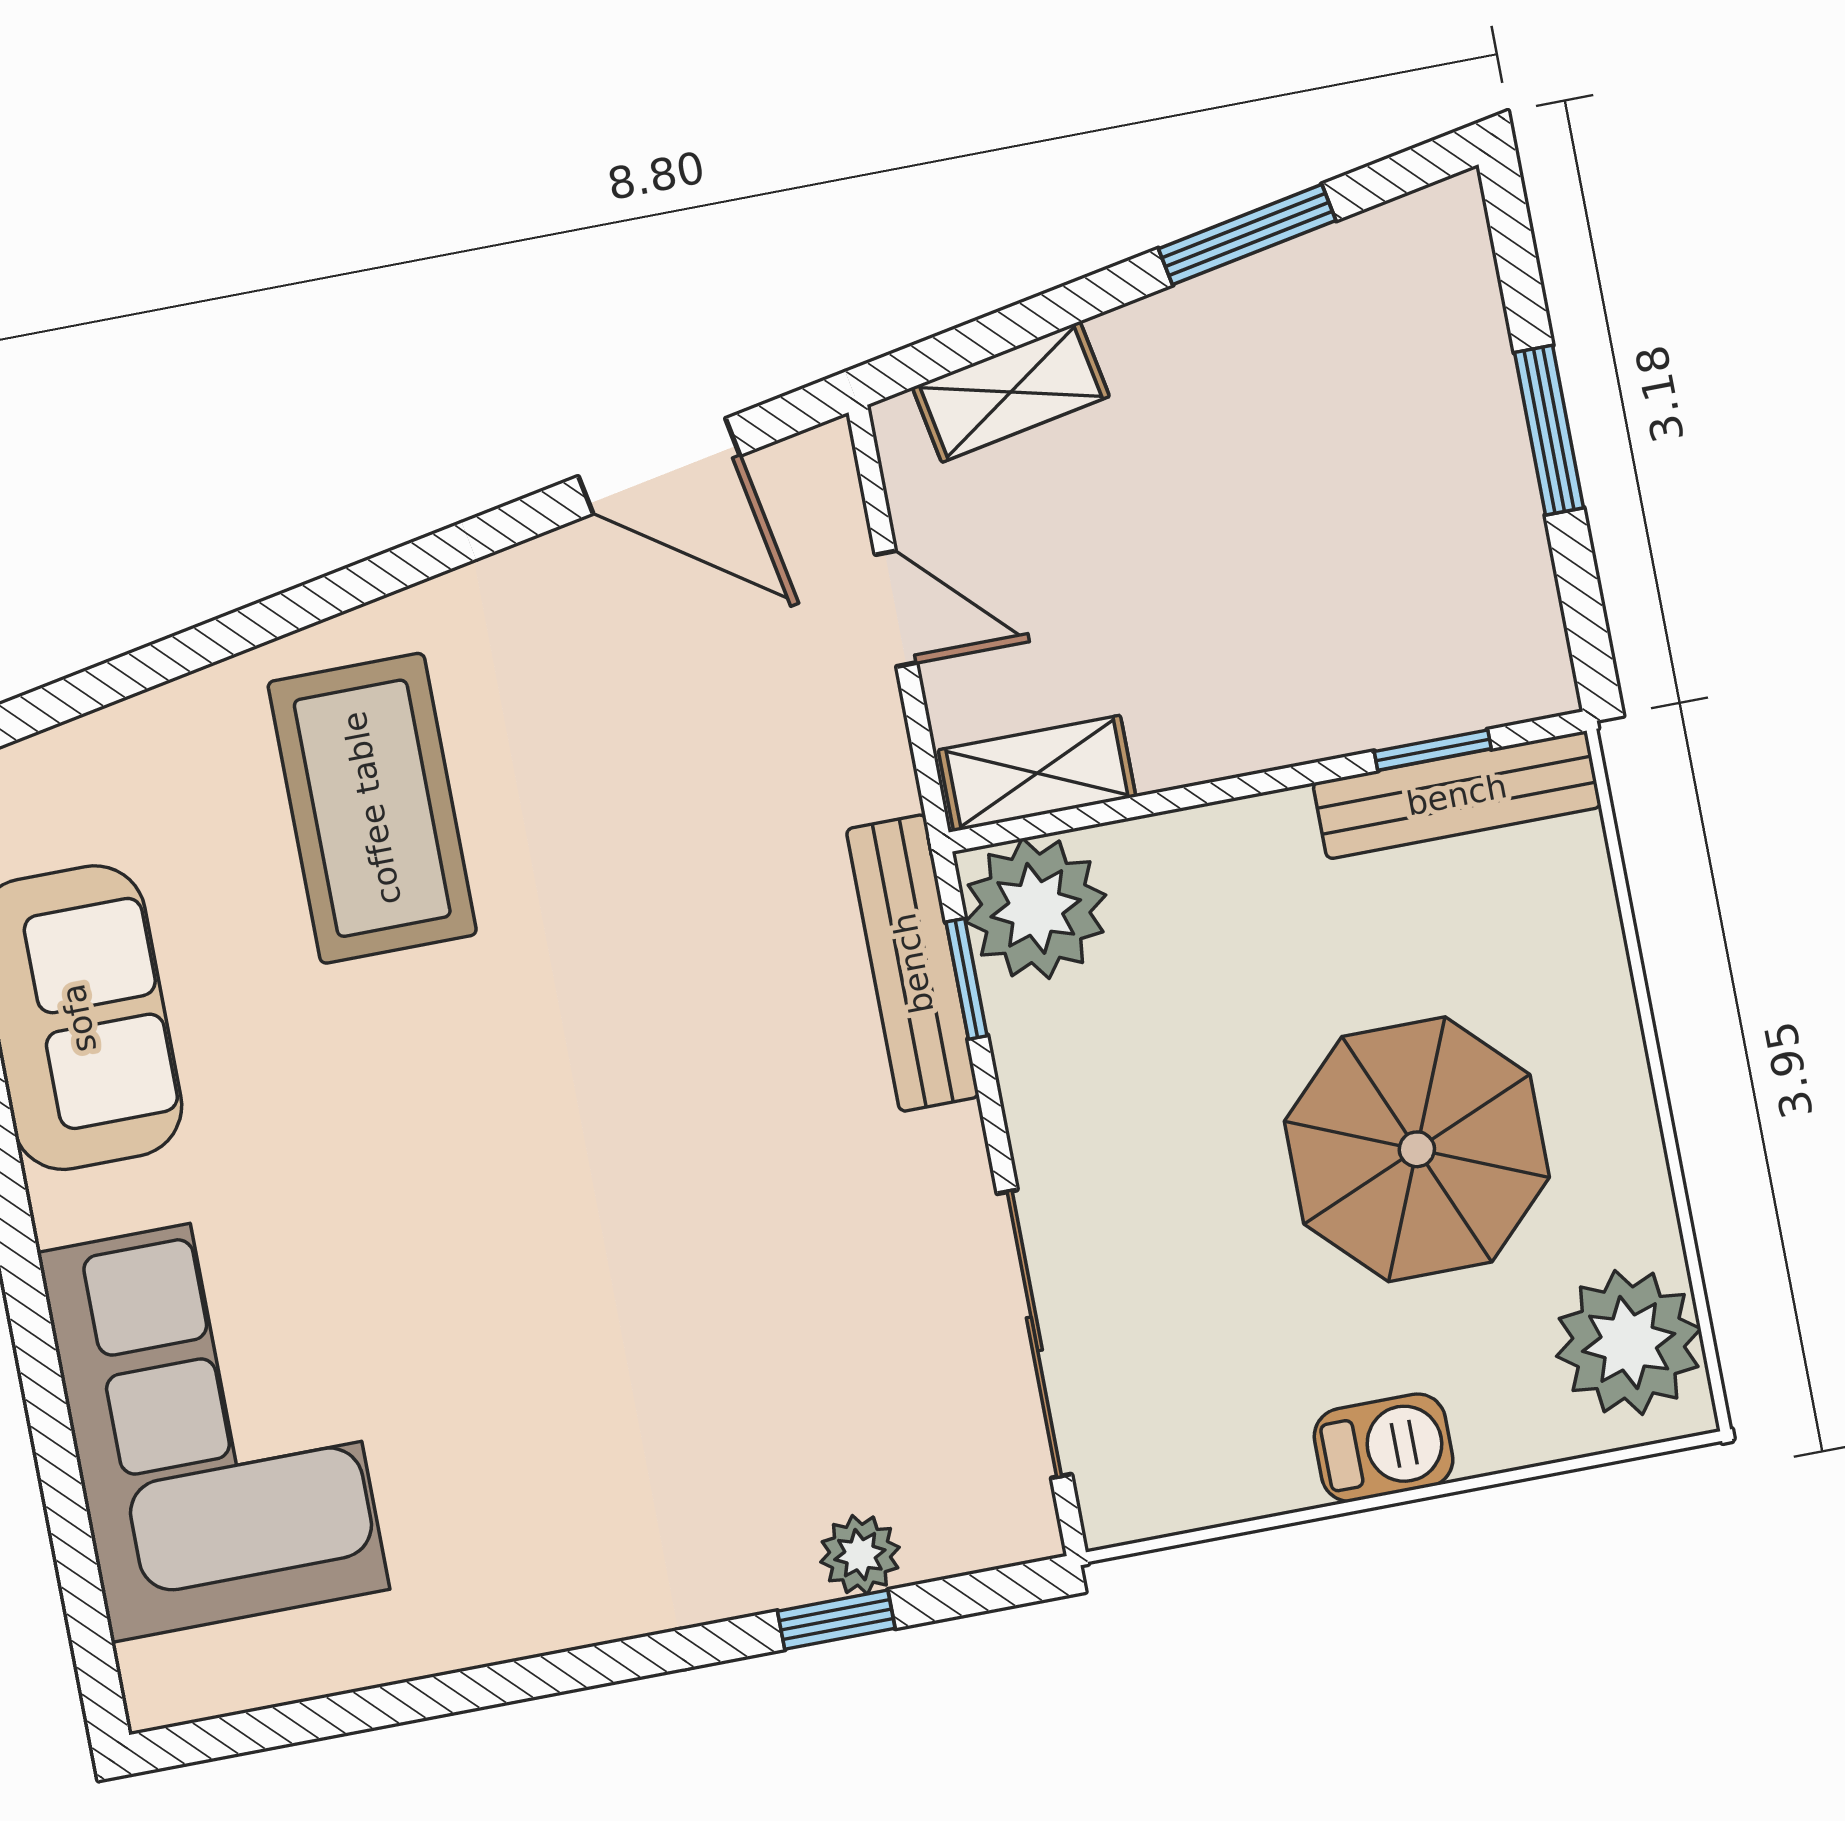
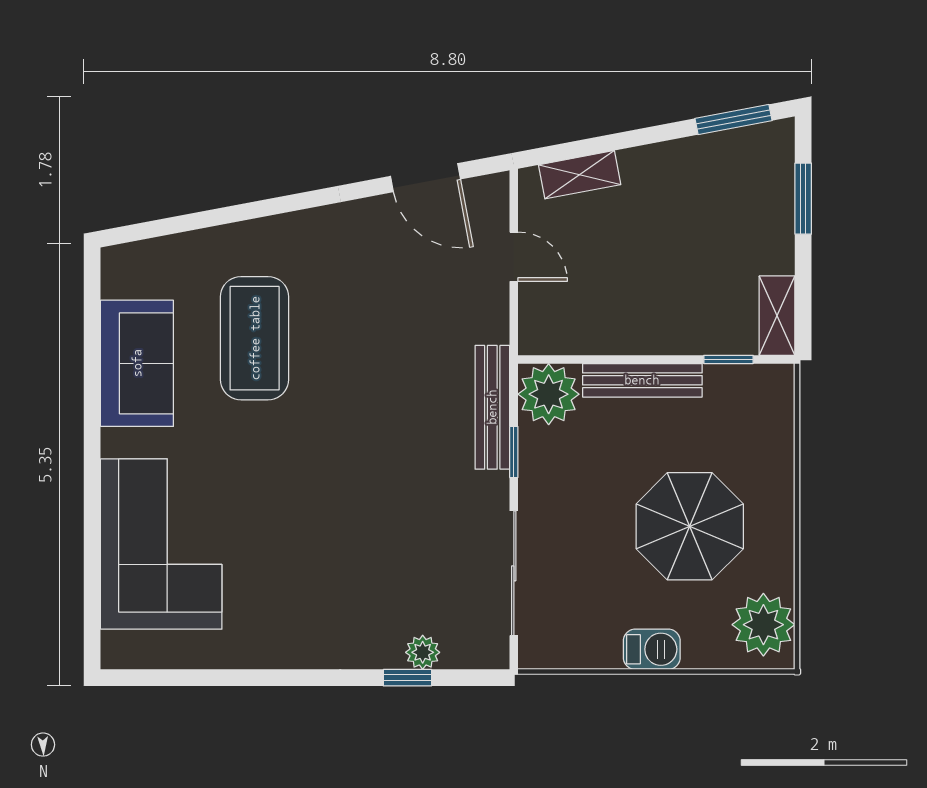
window: (1247, 235) -> (734, 120), moved
window: (1549, 430) -> (803, 199), moved
shelving: (1037, 773) -> (777, 316), moved, turned 90
bench: (1457, 795) -> (642, 380), moved
coffee table: (372, 808) -> (255, 338), moved
window: (967, 979) -> (514, 452), moved

